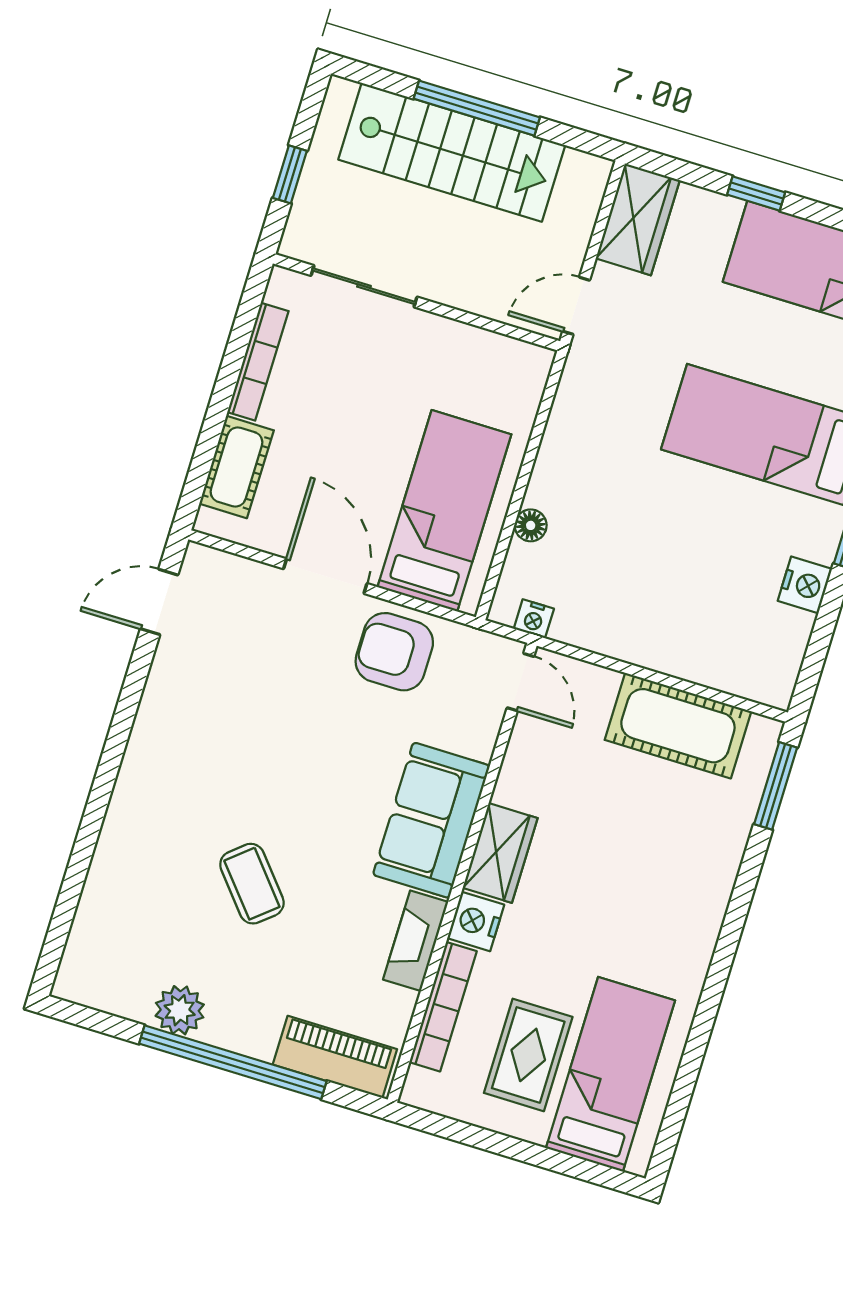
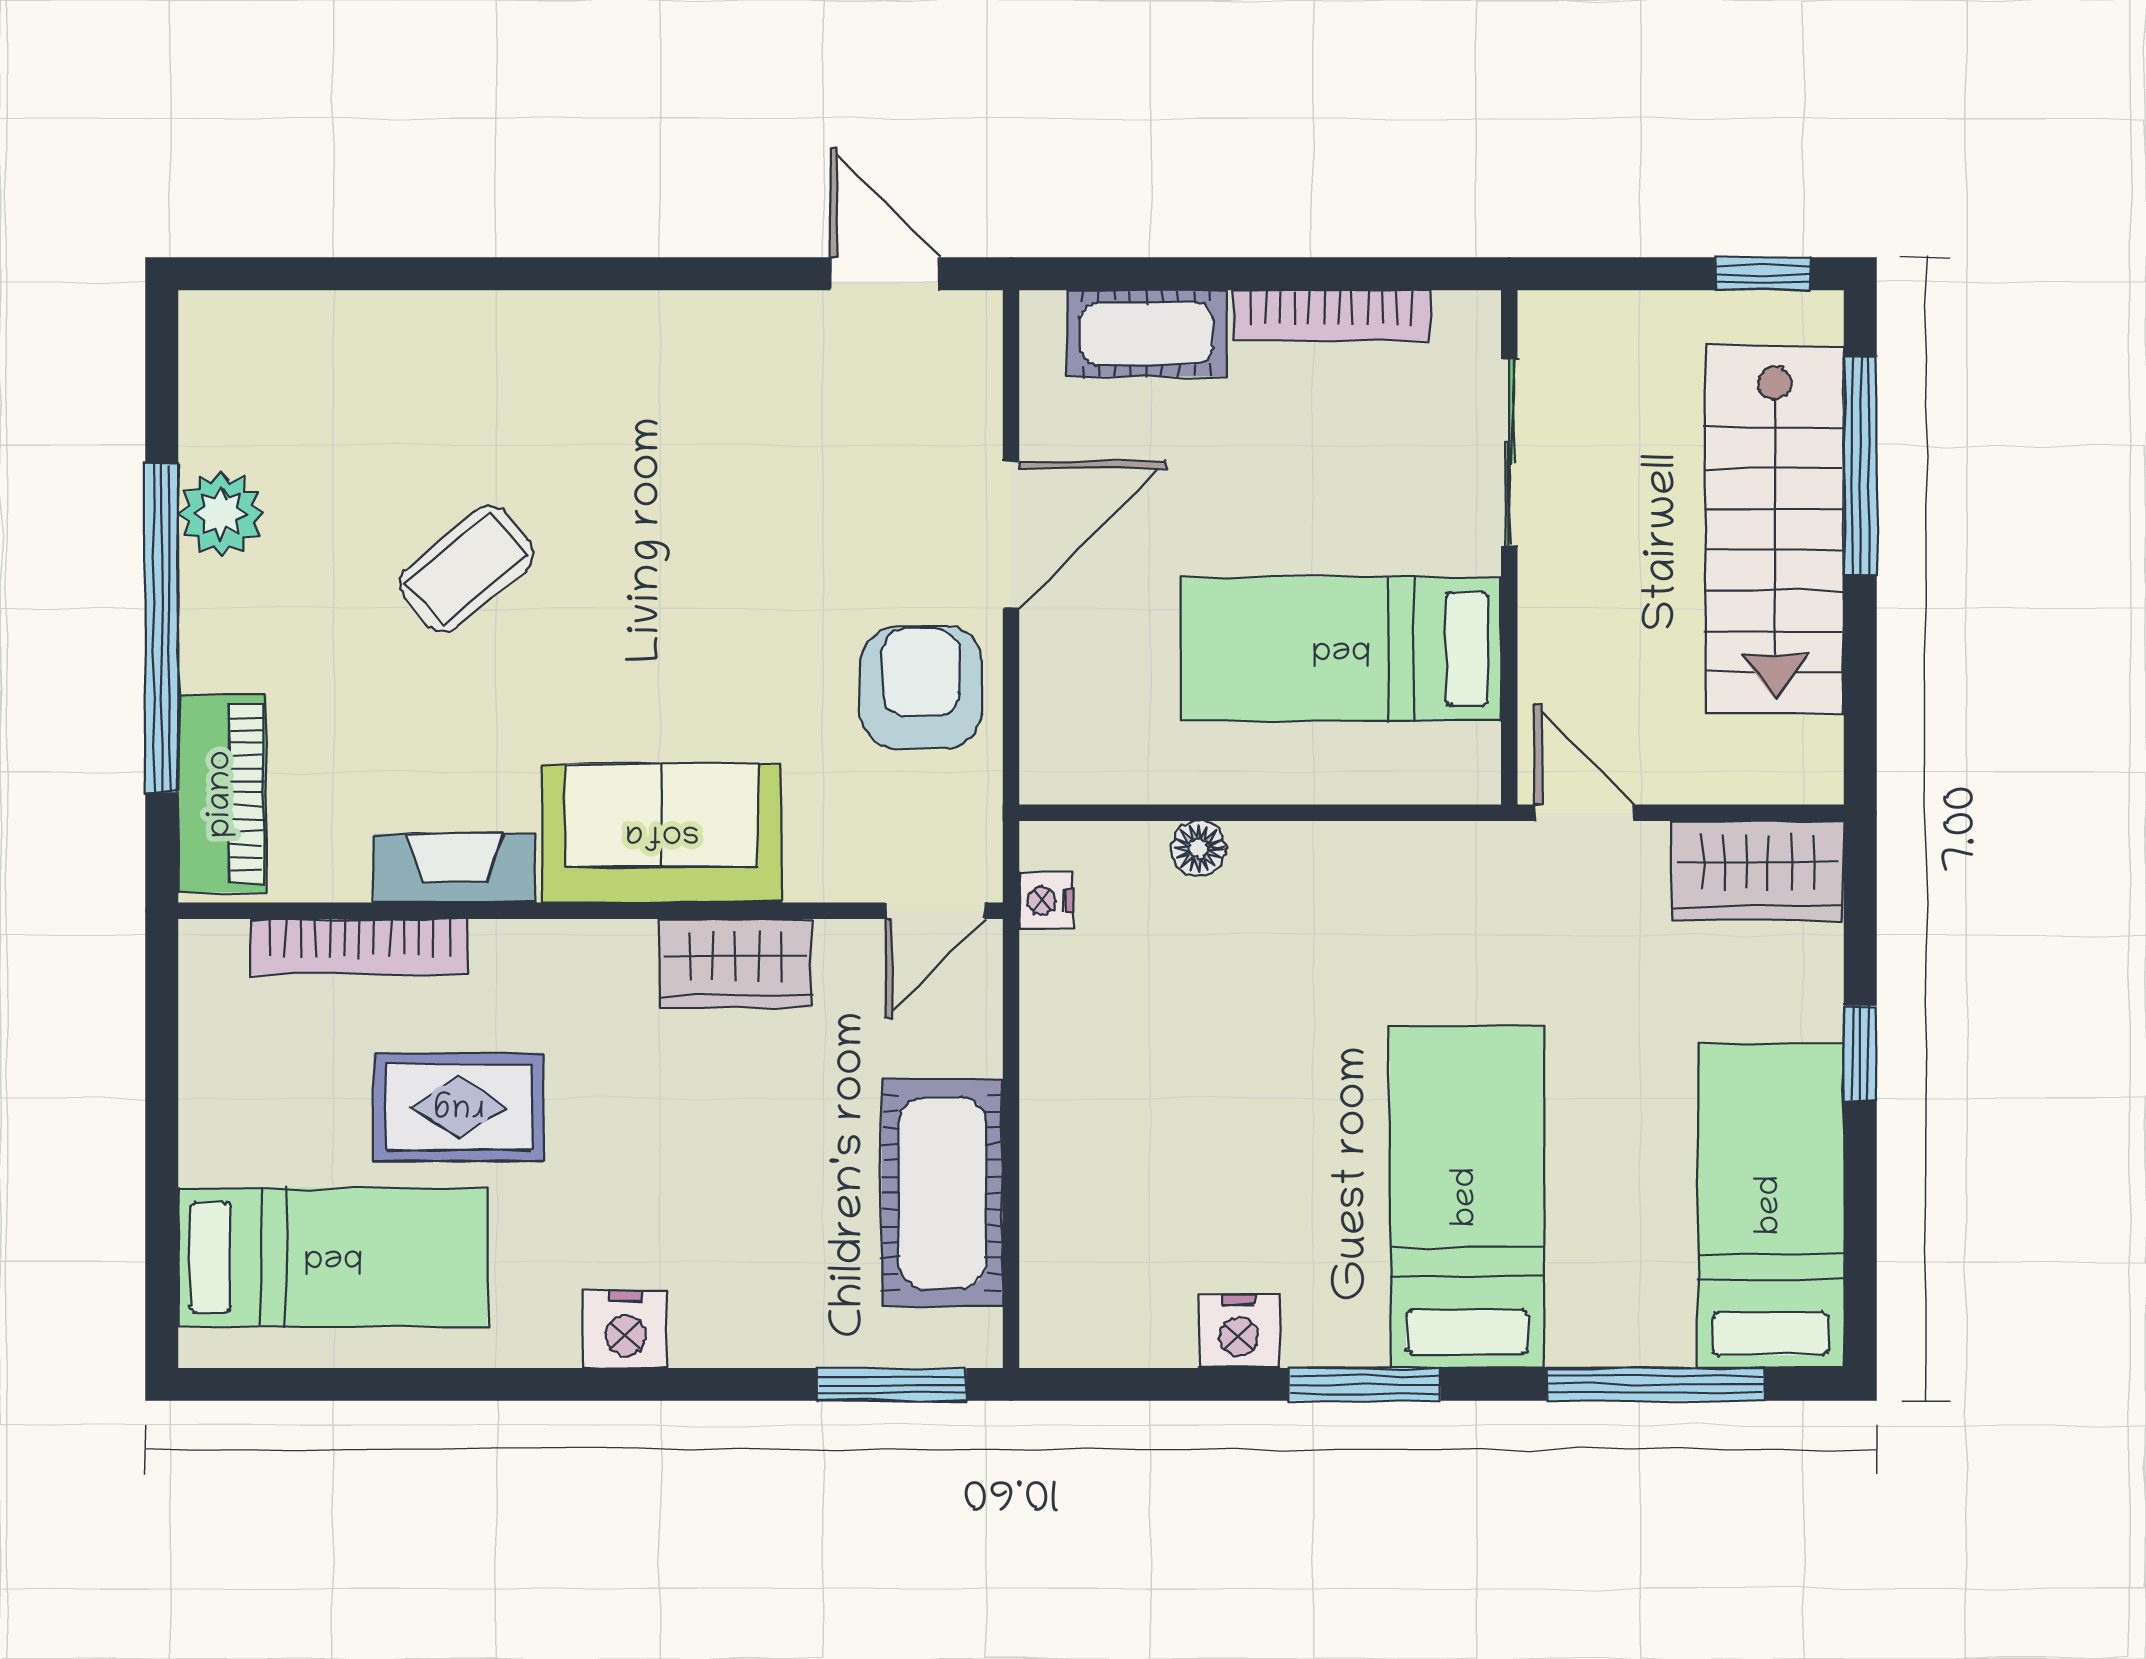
window: (477, 108) -> (1860, 465), moved
window: (290, 174) -> (1763, 274), moved
bed: (444, 511) -> (1341, 649), moved, turned 180
wardrobe: (500, 853) -> (735, 963), moved
nightstand: (476, 921) -> (625, 1329), moved, turned 180
rug: (528, 1055) -> (459, 1107), moved

